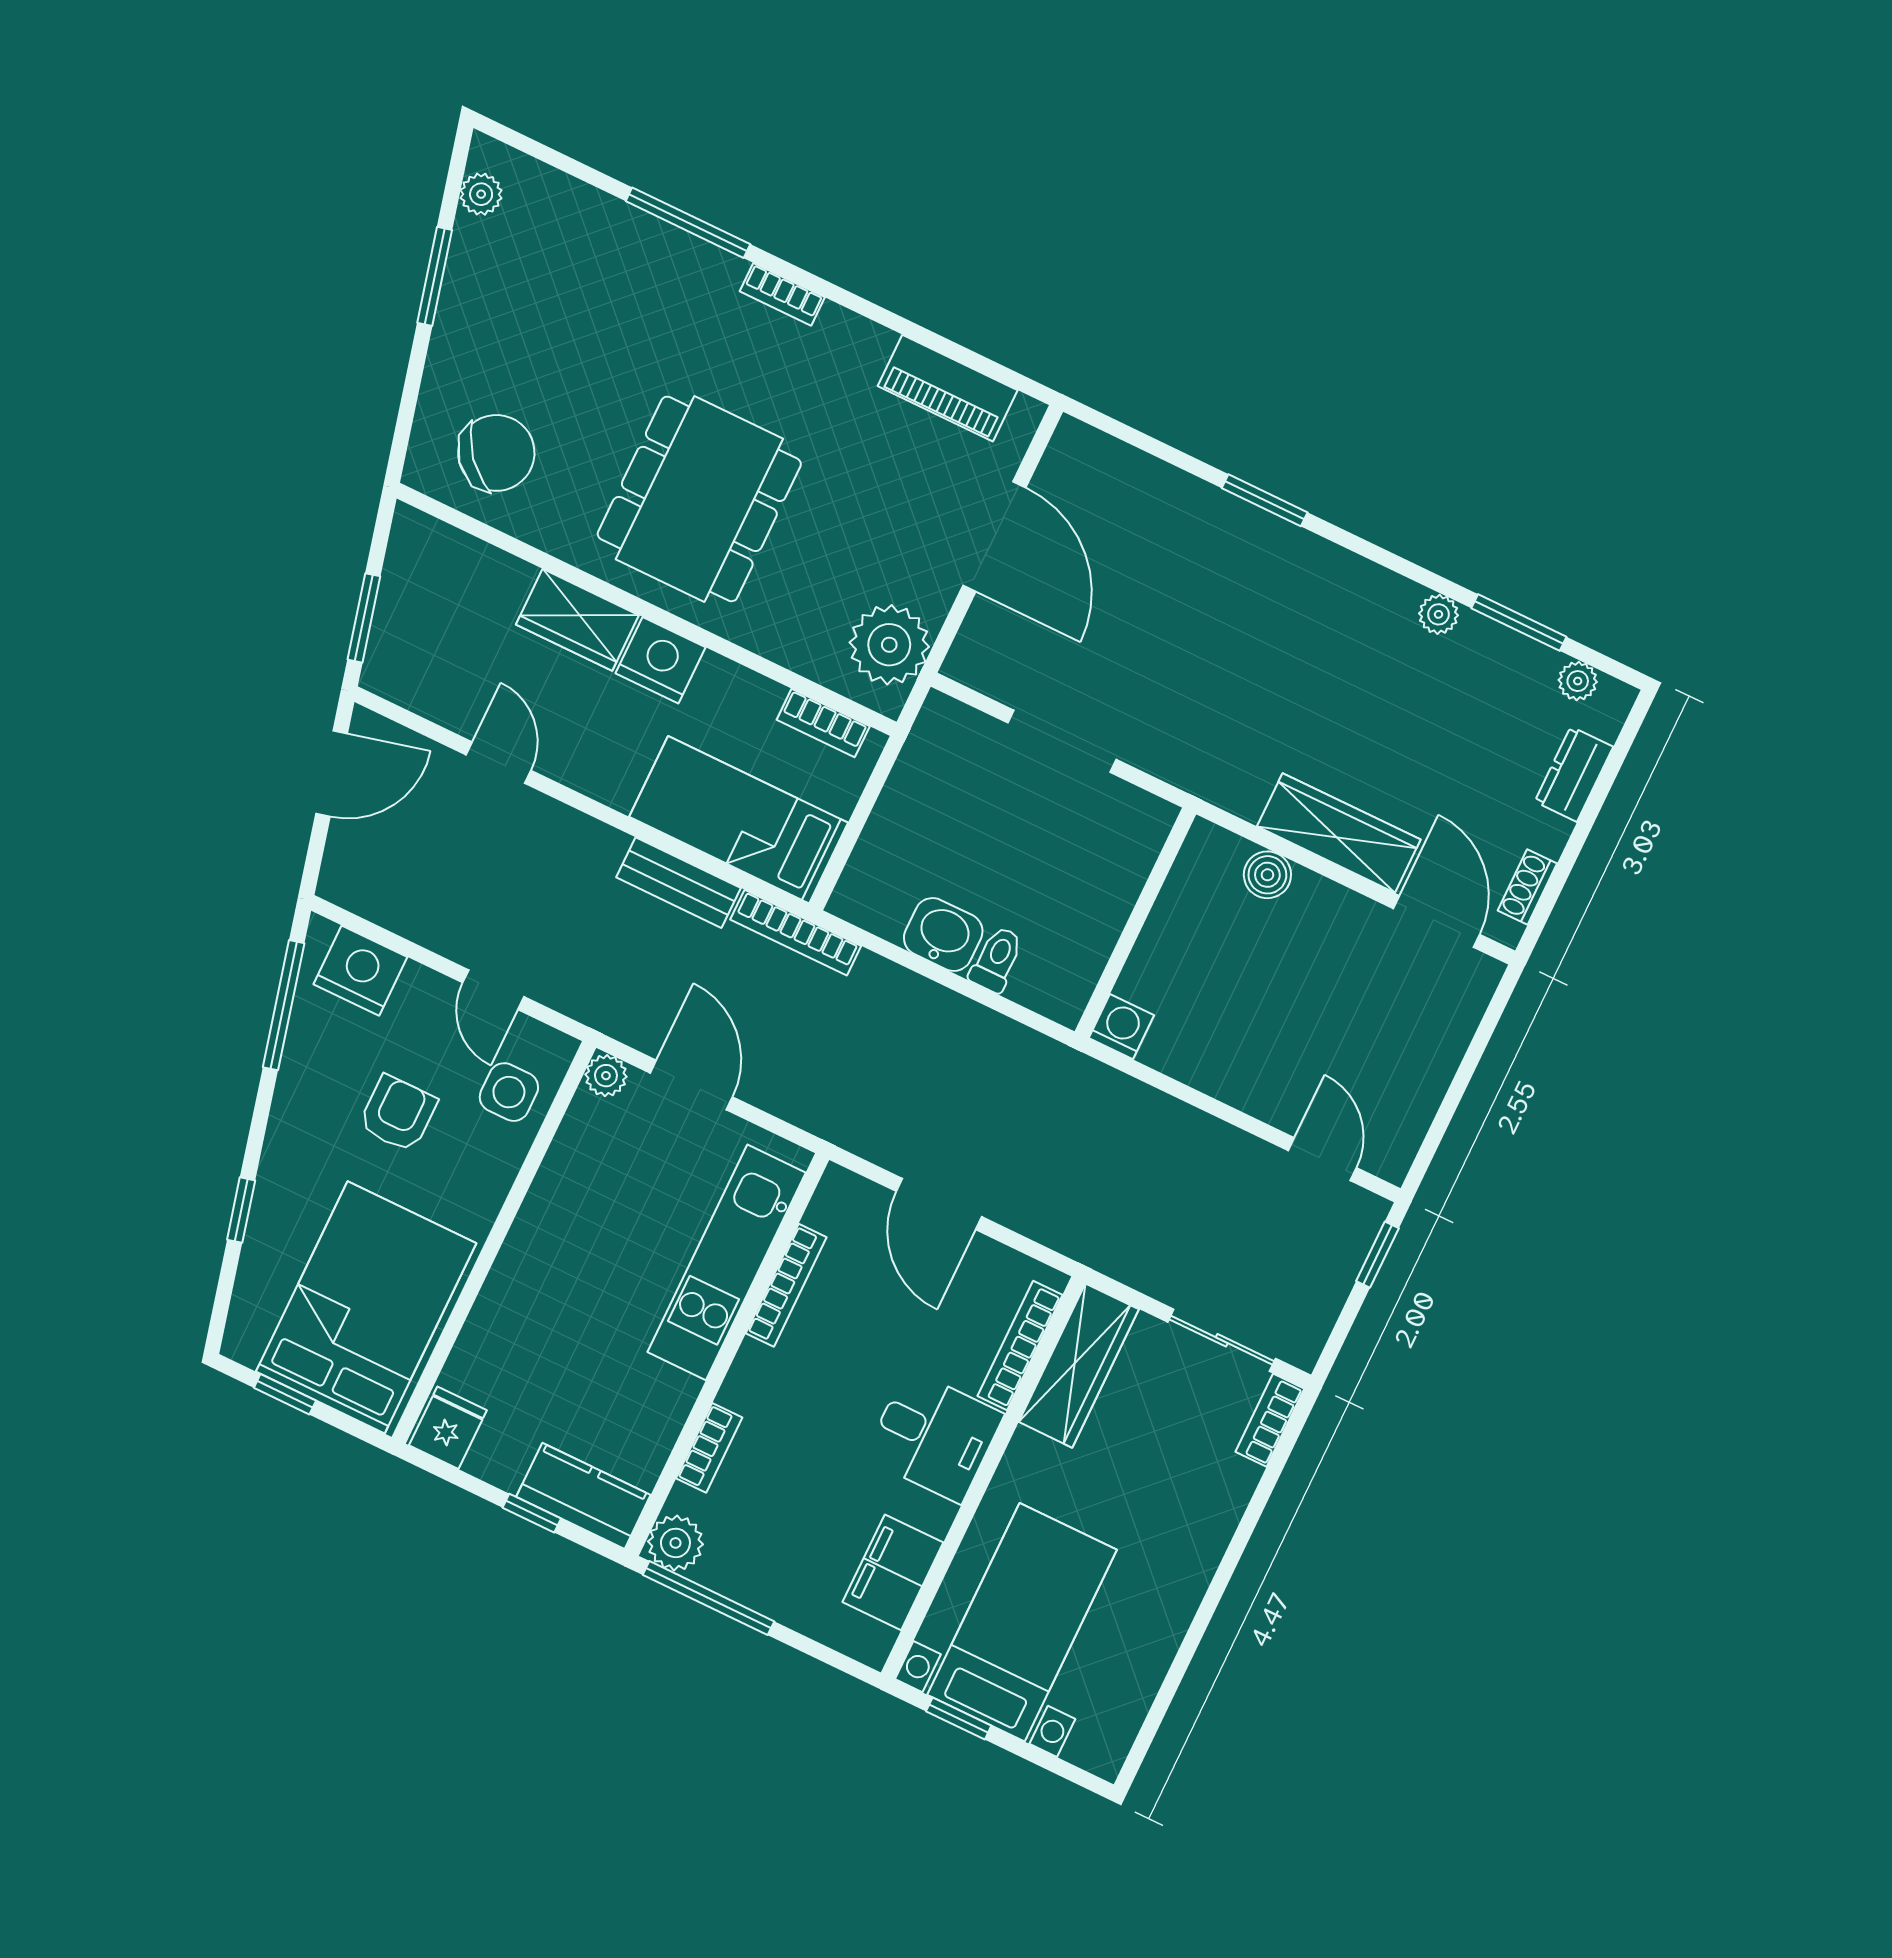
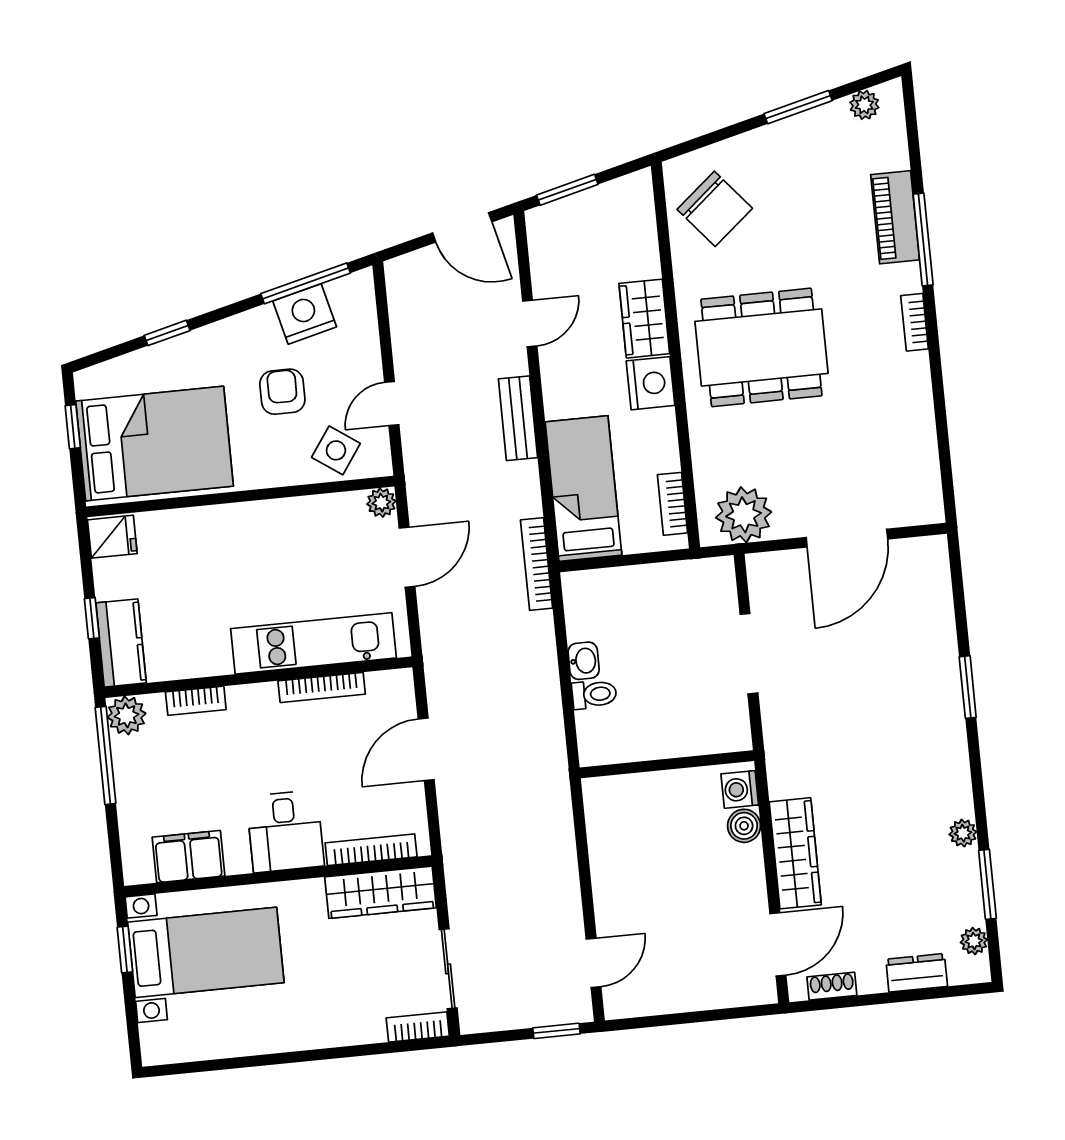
piano: (948, 388) -> (895, 217), moved
bench: (678, 883) -> (518, 418), moved
washbasin: (943, 935) -> (584, 661), width x0.72, depth x0.69
nightstand: (360, 971) -> (305, 314), moved, turned -104
washing machine: (1121, 1027) -> (740, 789), moved, turned 180
side table: (509, 1092) -> (336, 450), turned 35
armchair: (398, 1114) -> (282, 392), turned -90

